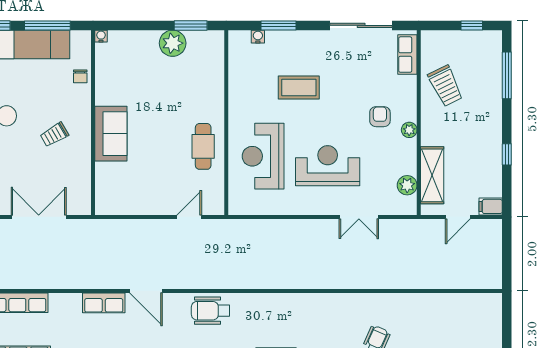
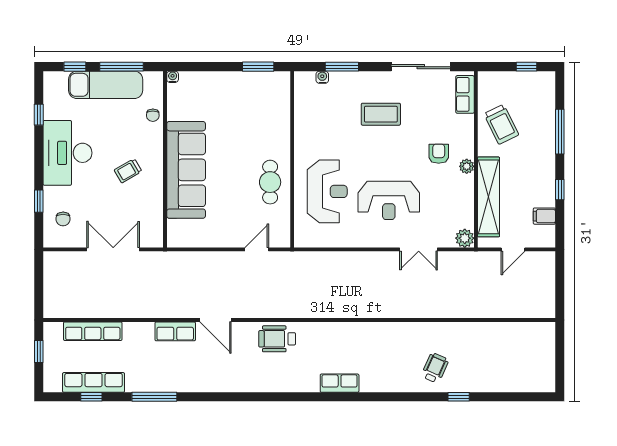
plant: (173, 43) -> (241, 84), removed
window: (507, 75) -> (560, 132), moved
coffee table: (299, 87) -> (381, 114), moved
sofa: (111, 134) -> (186, 170), width x1.85, depth x1.27
reception desk: (263, 156) -> (327, 191), turned 180
reception desk: (328, 166) -> (389, 200), turned 180
shelving: (432, 175) -> (488, 197), width x1.47
plant: (407, 185) -> (465, 238), moved
filing cabinet: (491, 206) -> (544, 216), moved

